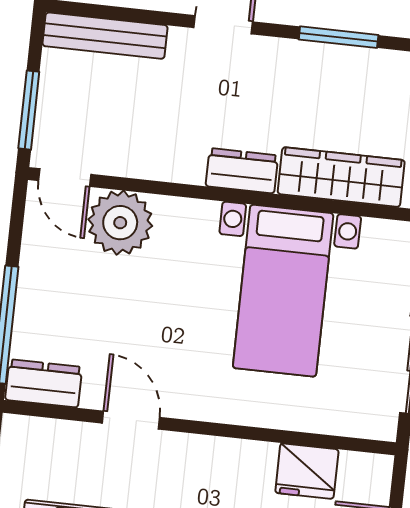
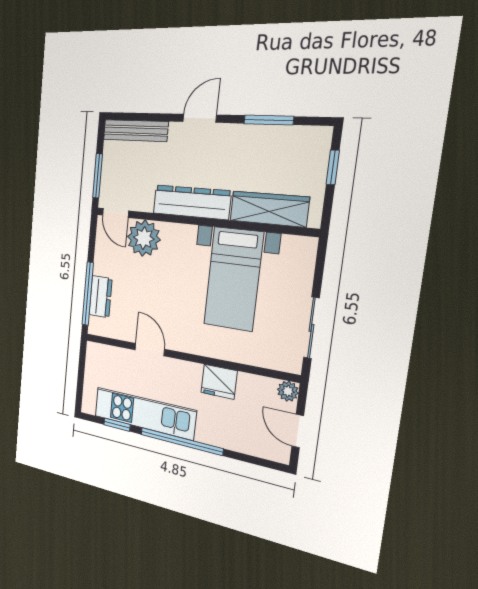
dresser: (242, 171) -> (192, 202), width x1.96, depth x1.24
dresser: (44, 383) -> (100, 297), moved, turned 90
plant: (376, 470) -> (288, 391), added
fridge: (307, 471) -> (219, 382), moved

